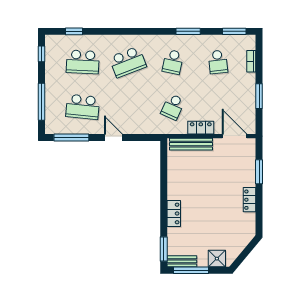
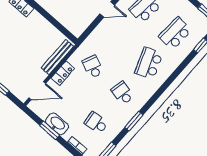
washbasin: (248, 95) -> (57, 124), added

